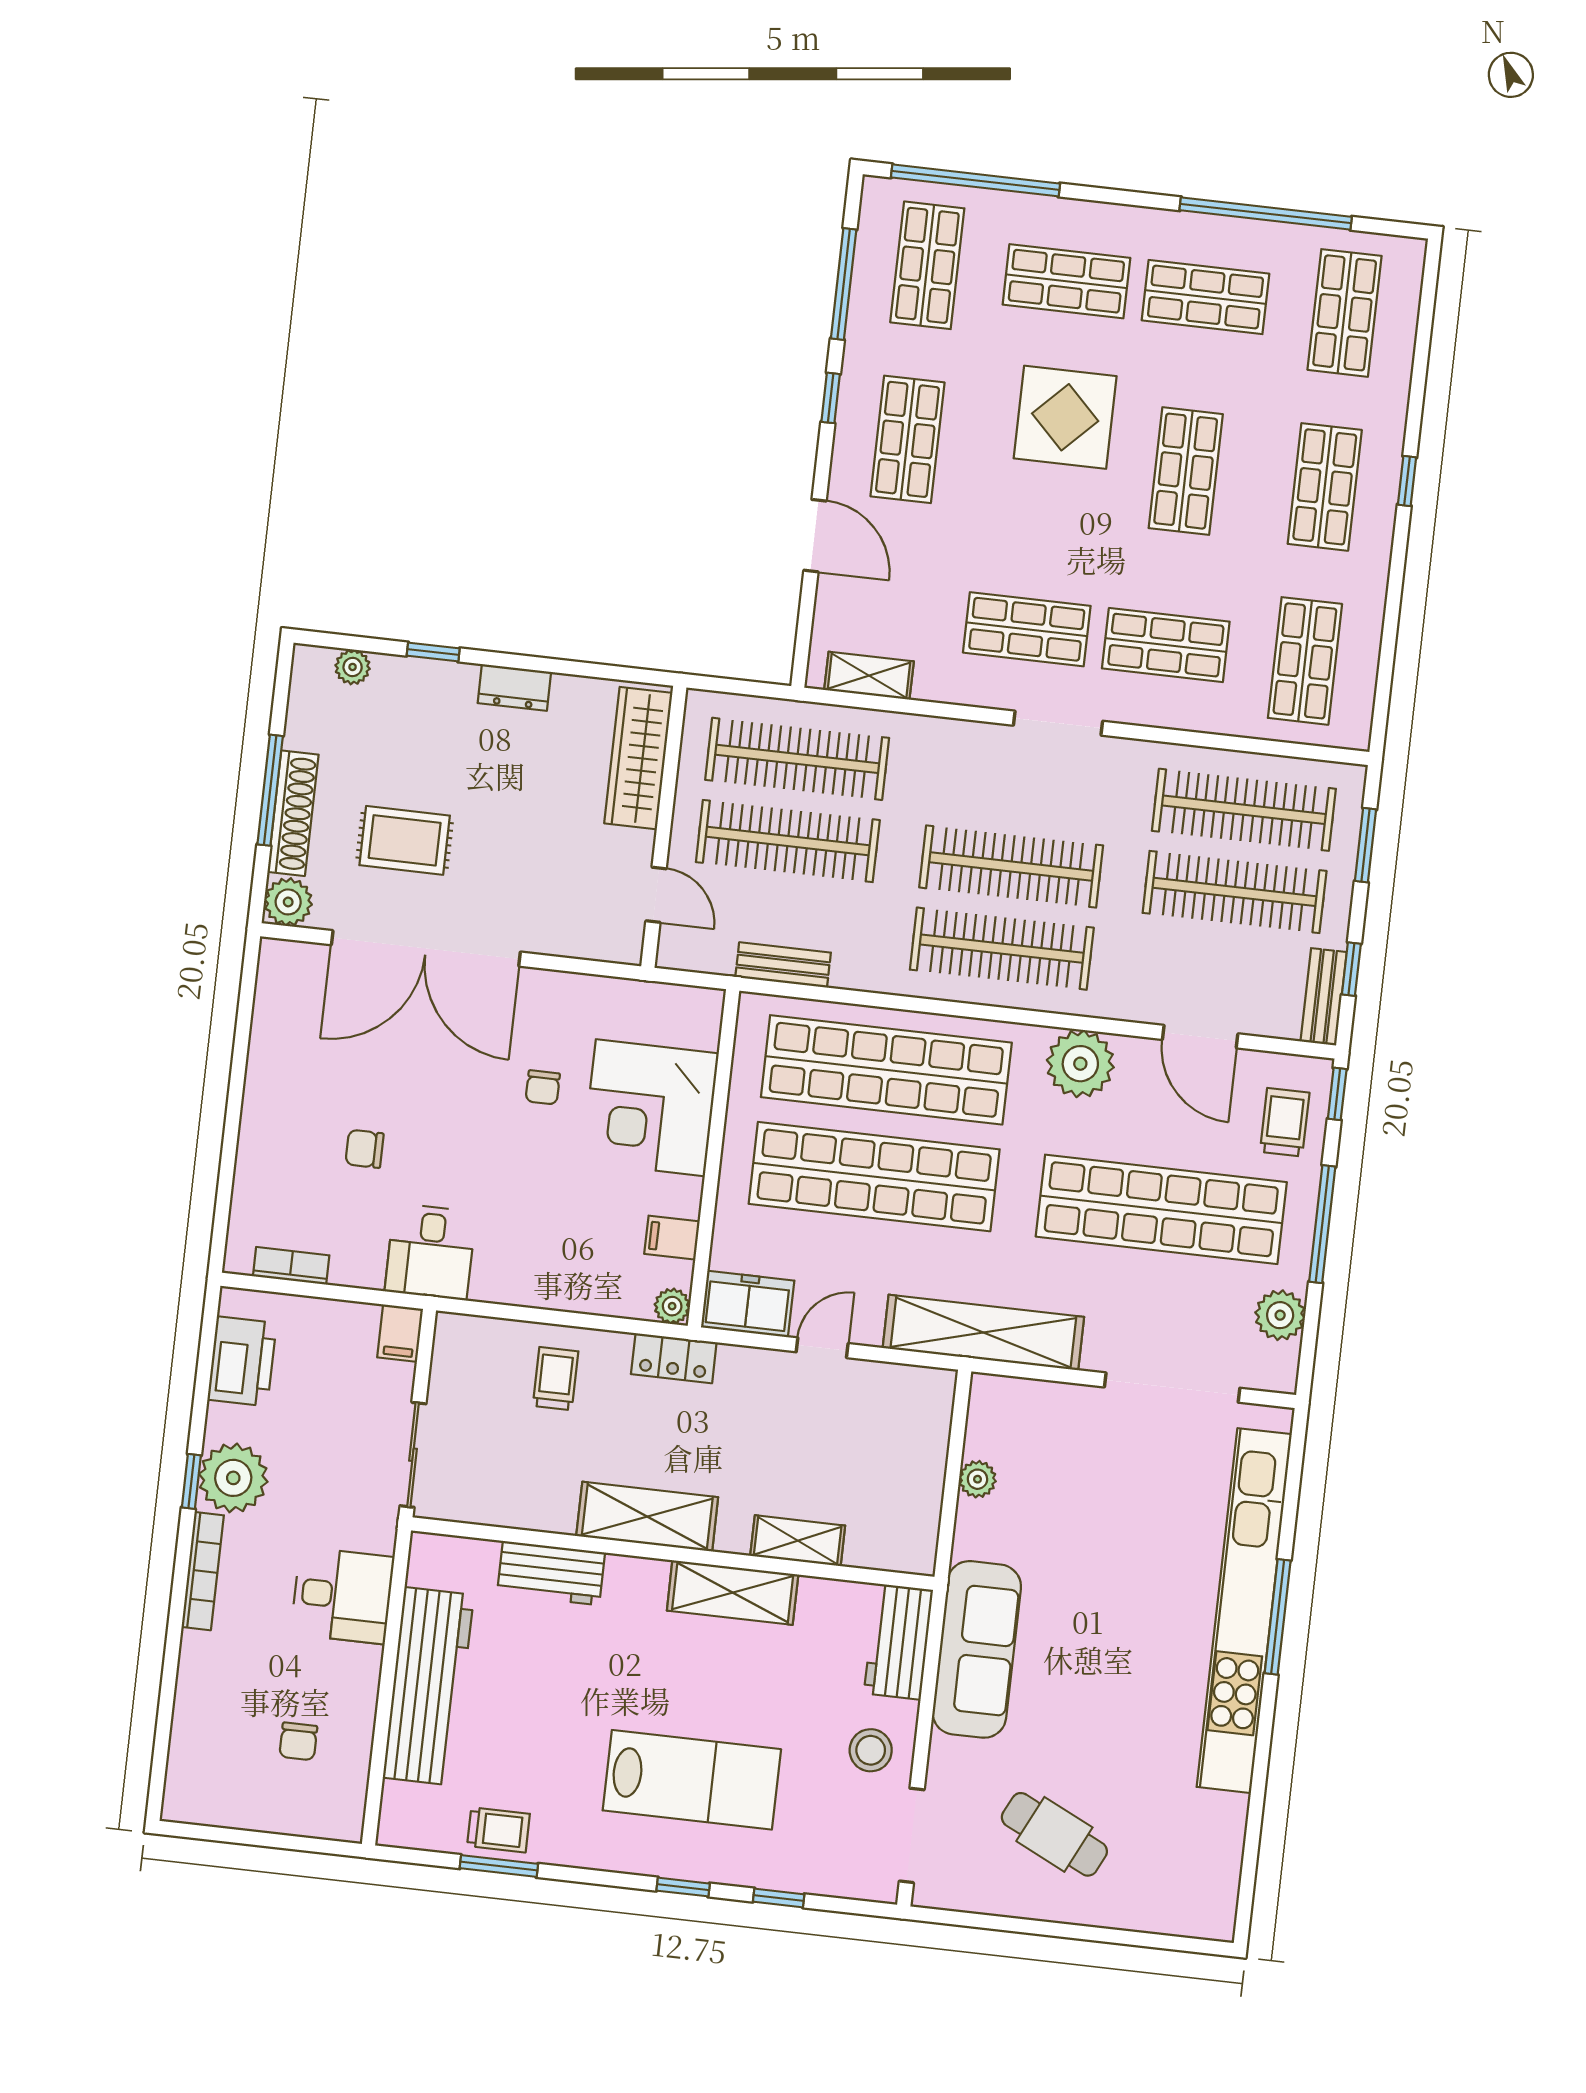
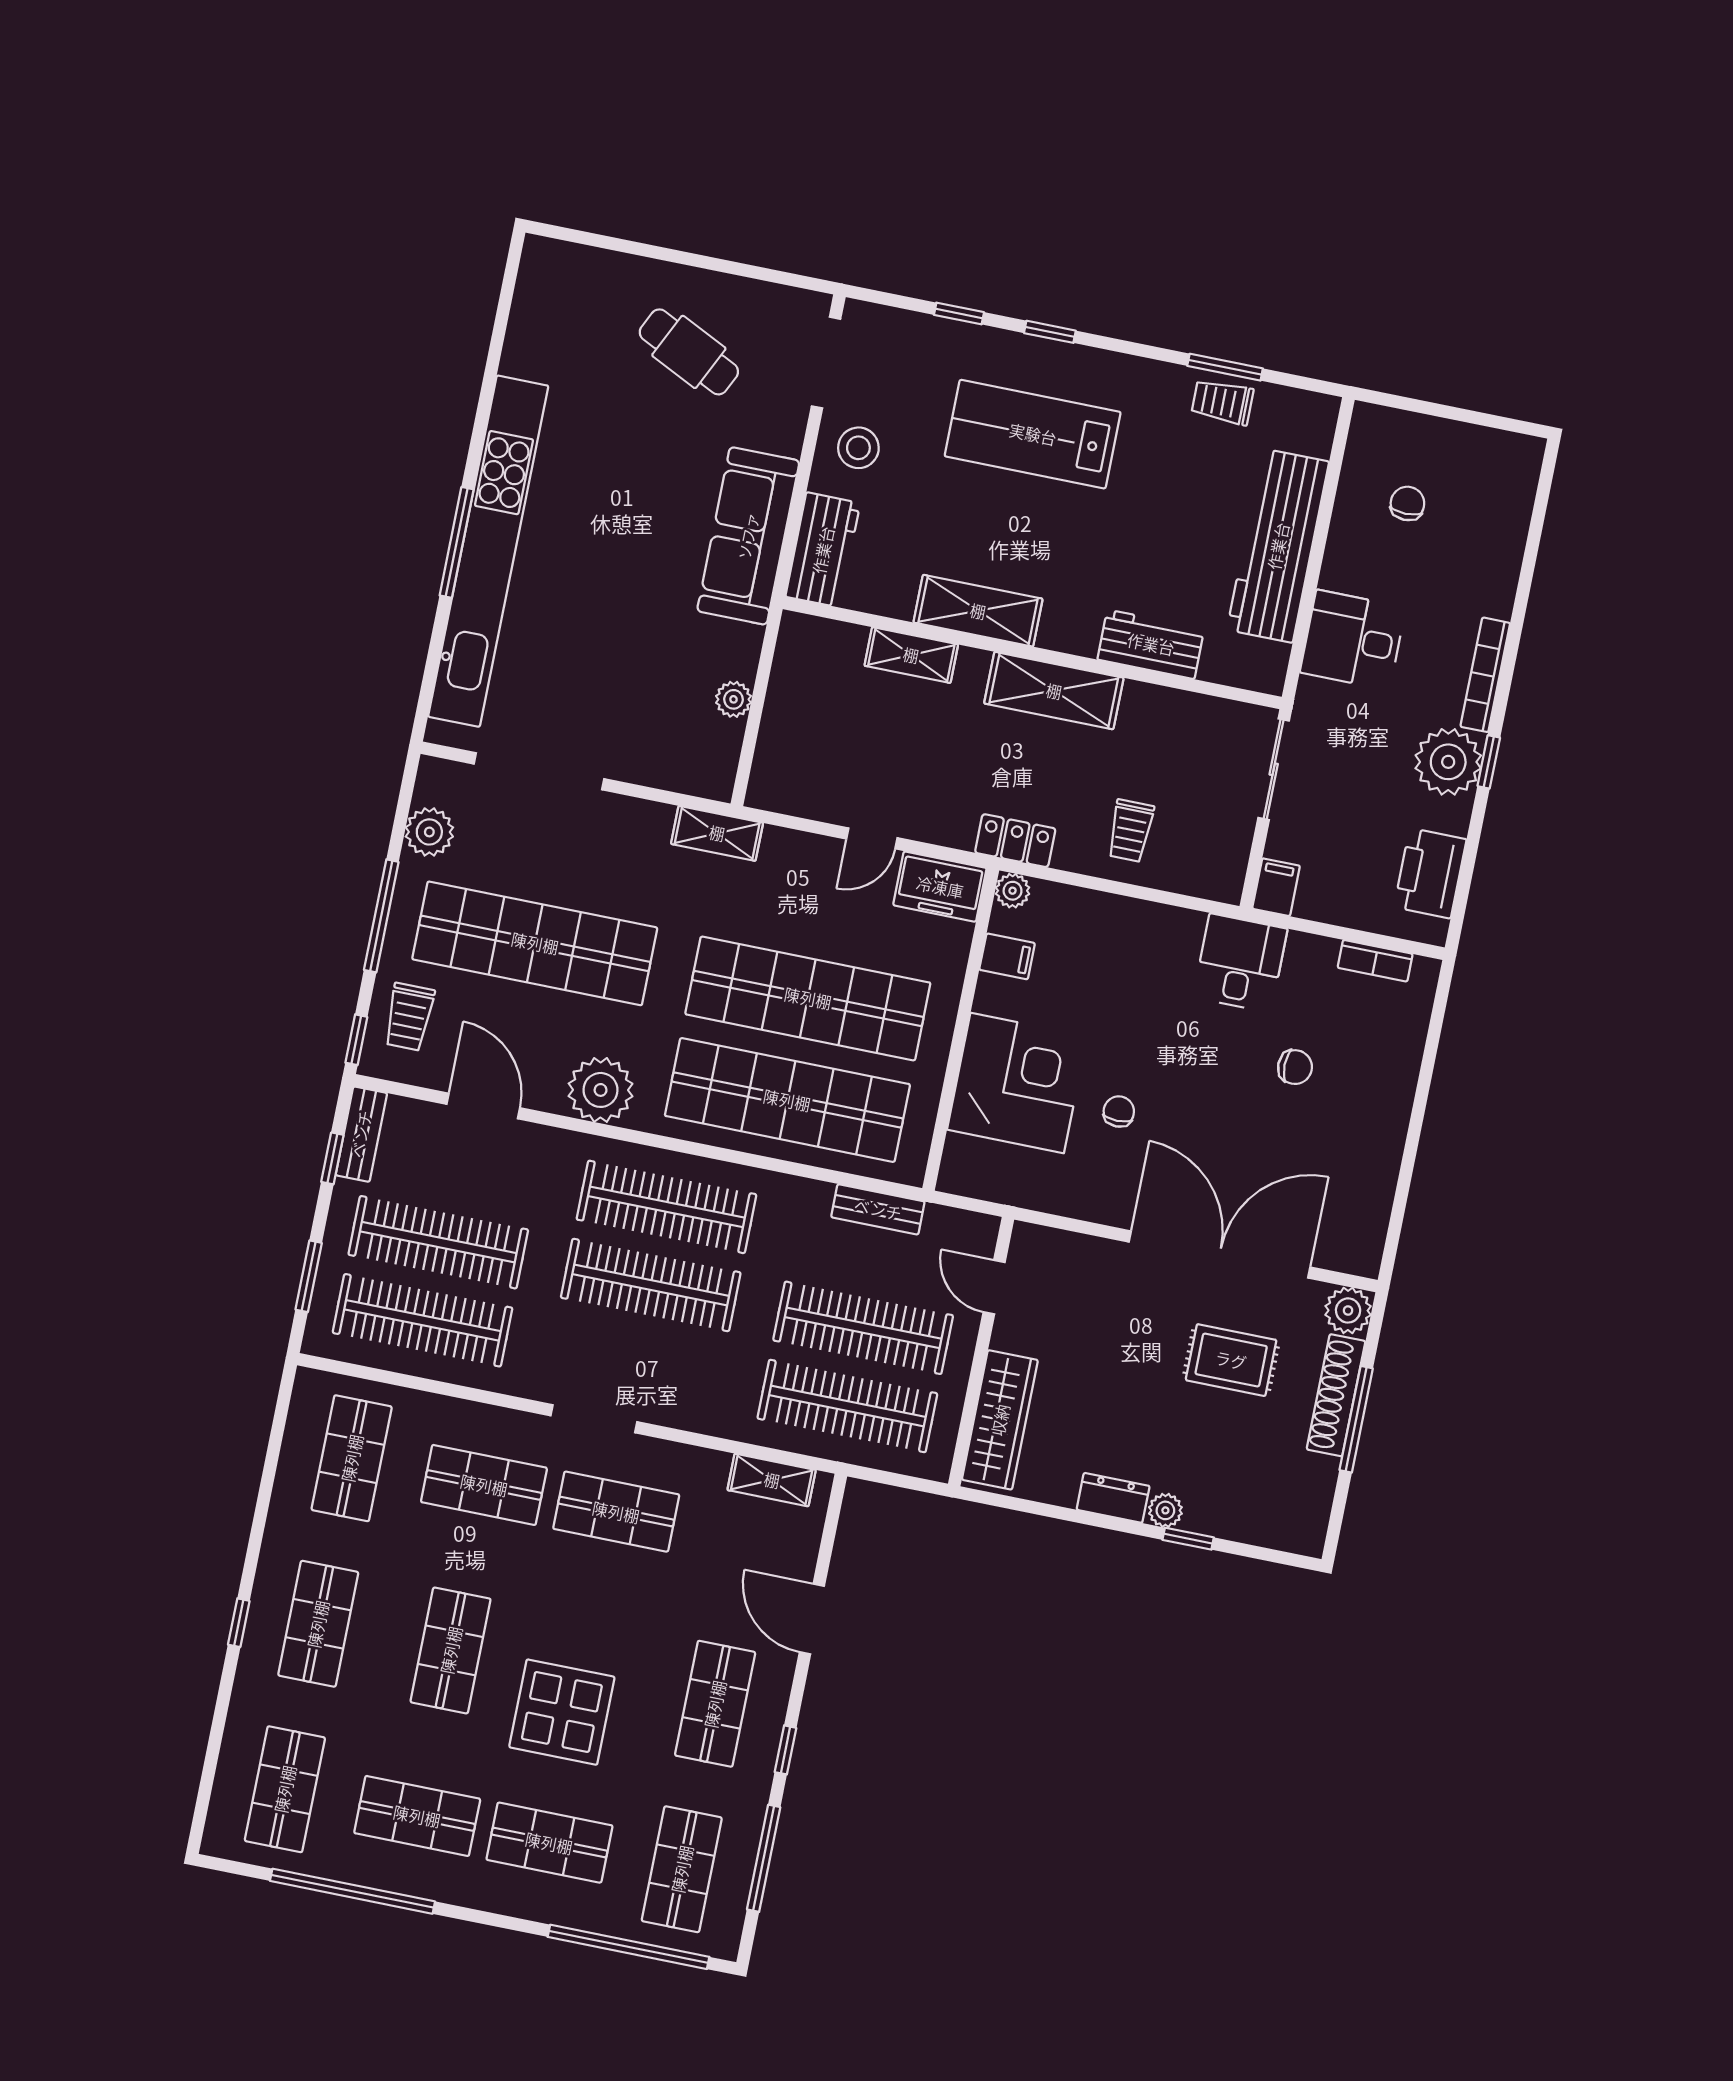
plant: (353, 667) -> (1165, 1510), moved
shelving: (983, 1332) -> (717, 833), width x0.45, depth x0.75

